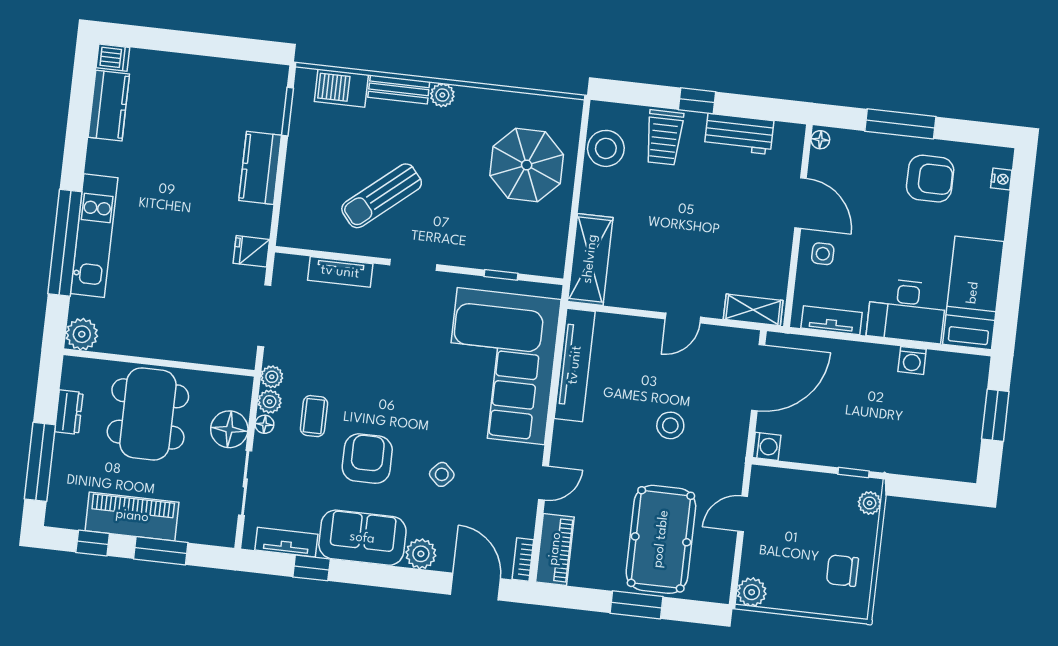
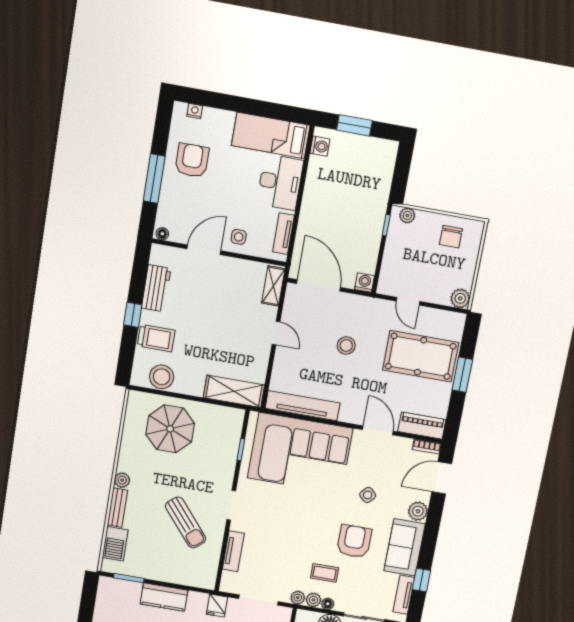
washing machine: (912, 360) -> (320, 146), moved
armchair: (367, 459) -> (354, 541), turned 90
door: (544, 483) -> (378, 430), width x1.38

